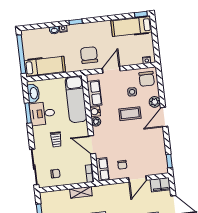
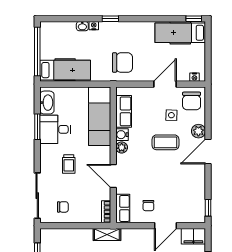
chair: (89, 55) -> (122, 63), turned 90
door: (111, 70) -> (165, 84), moved
shelving: (81, 192) -> (107, 234), moved

